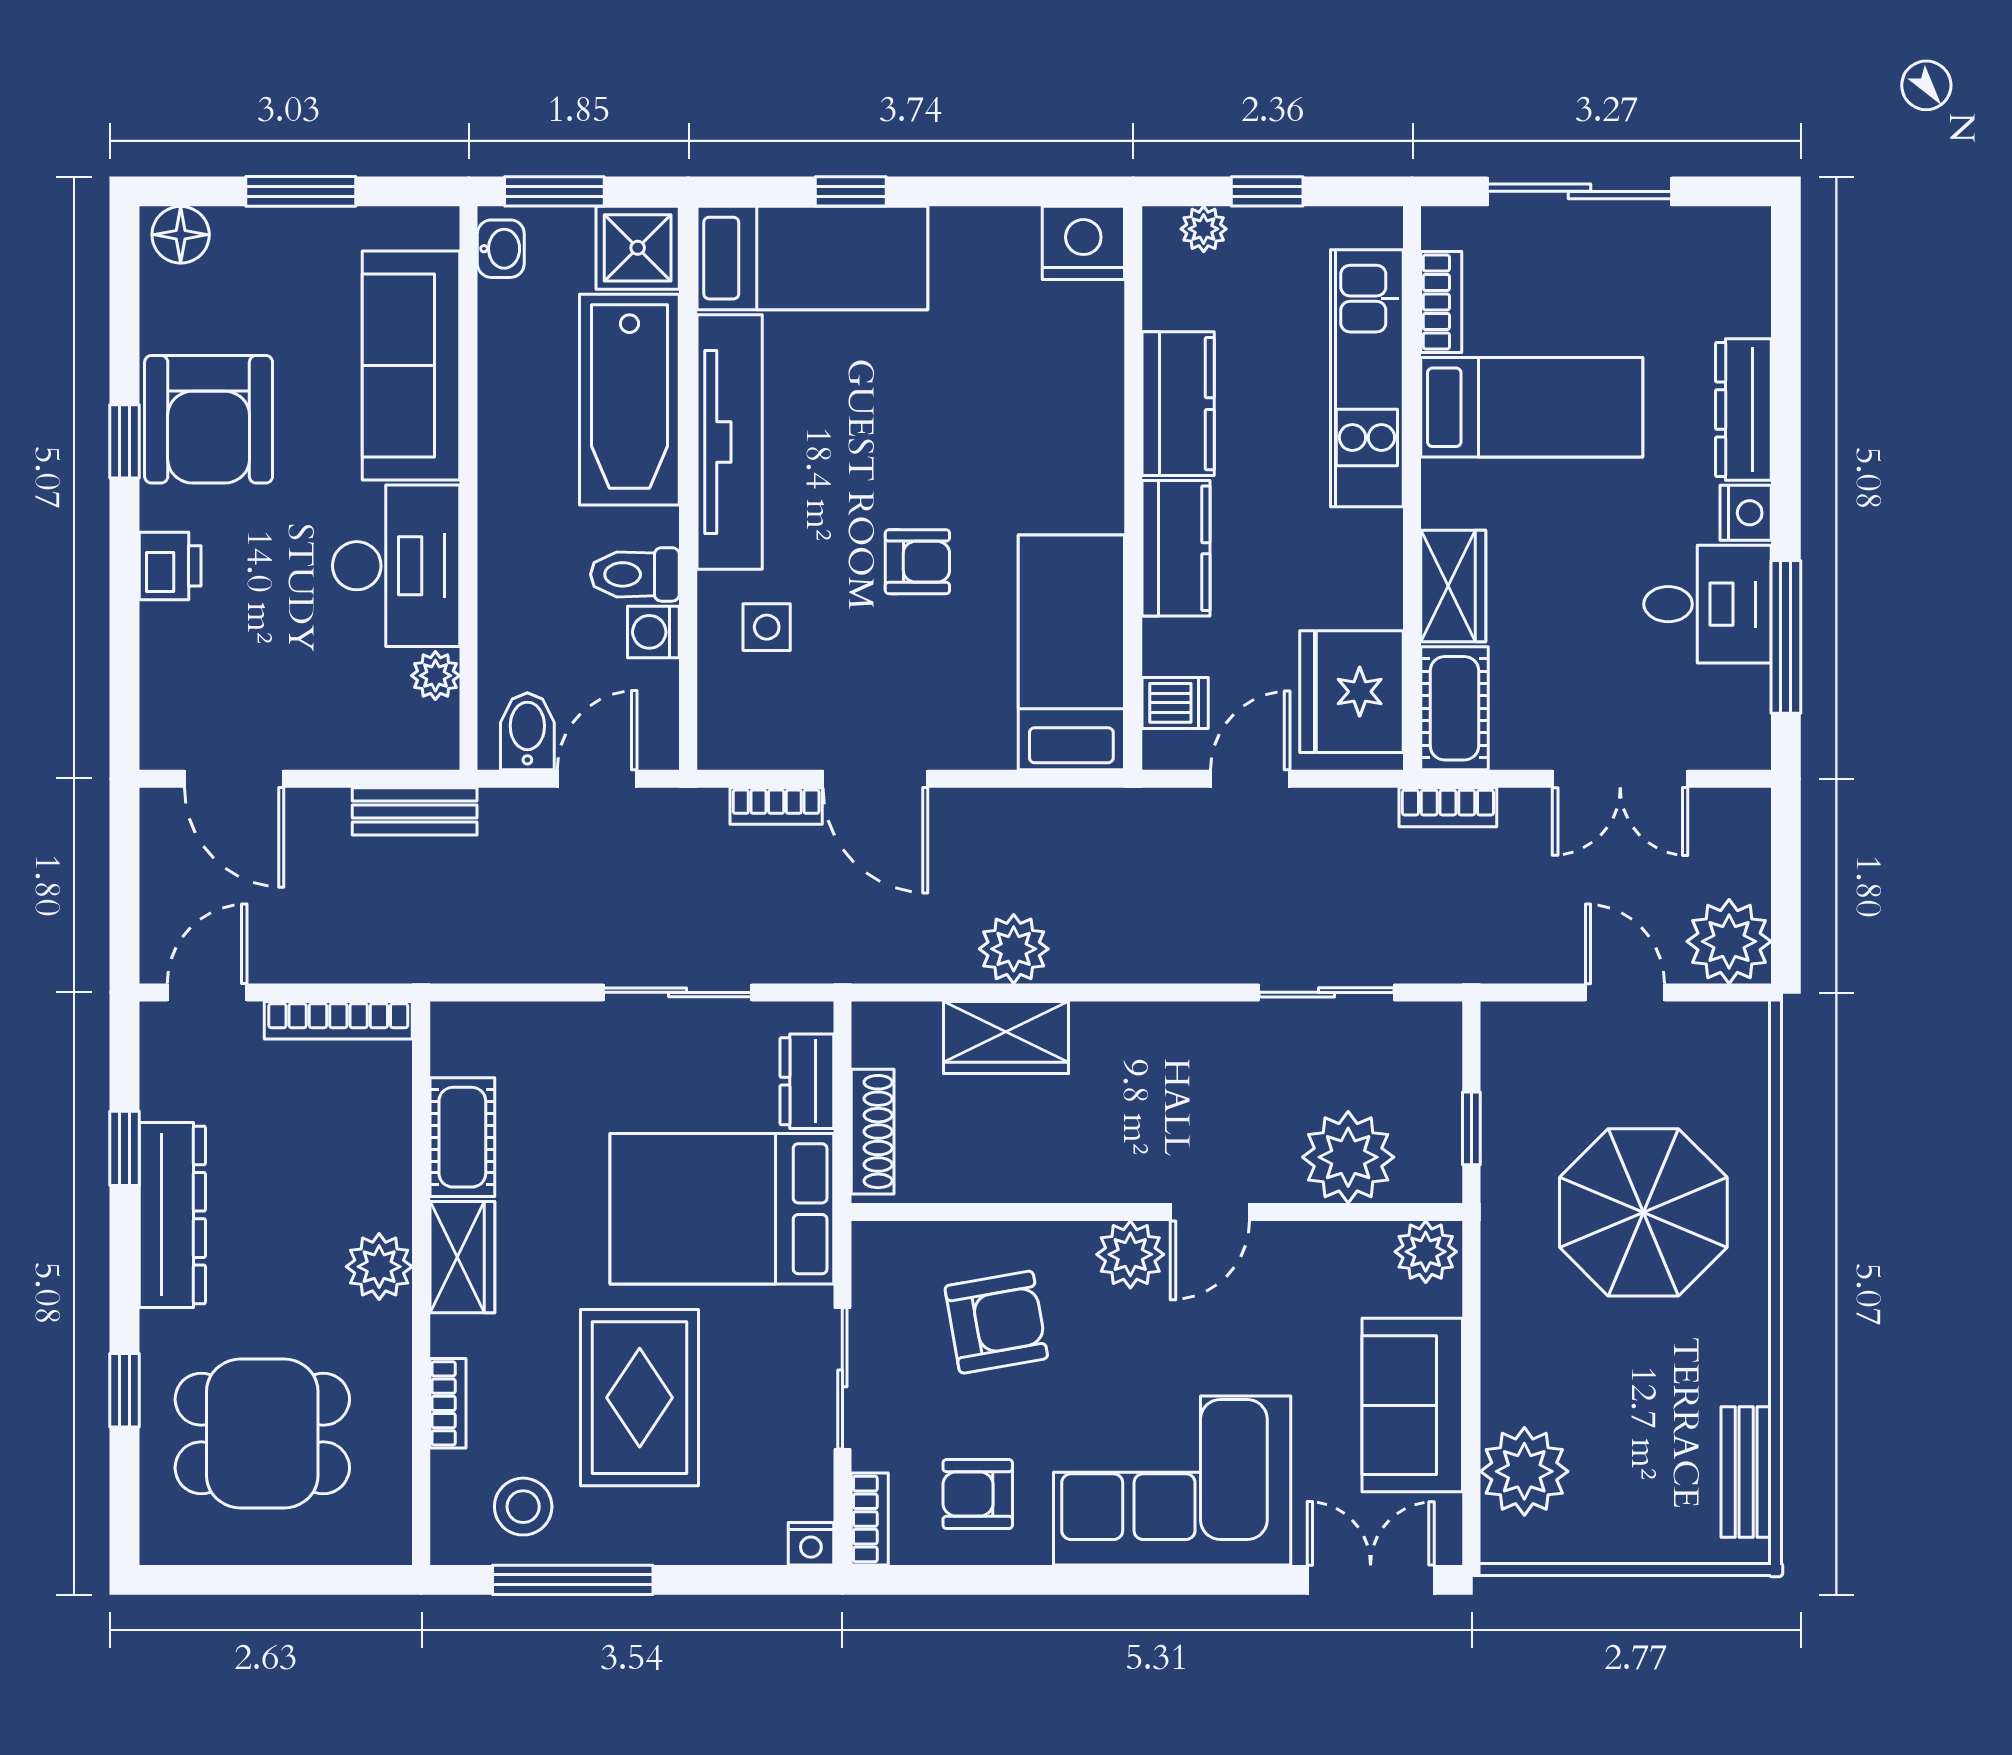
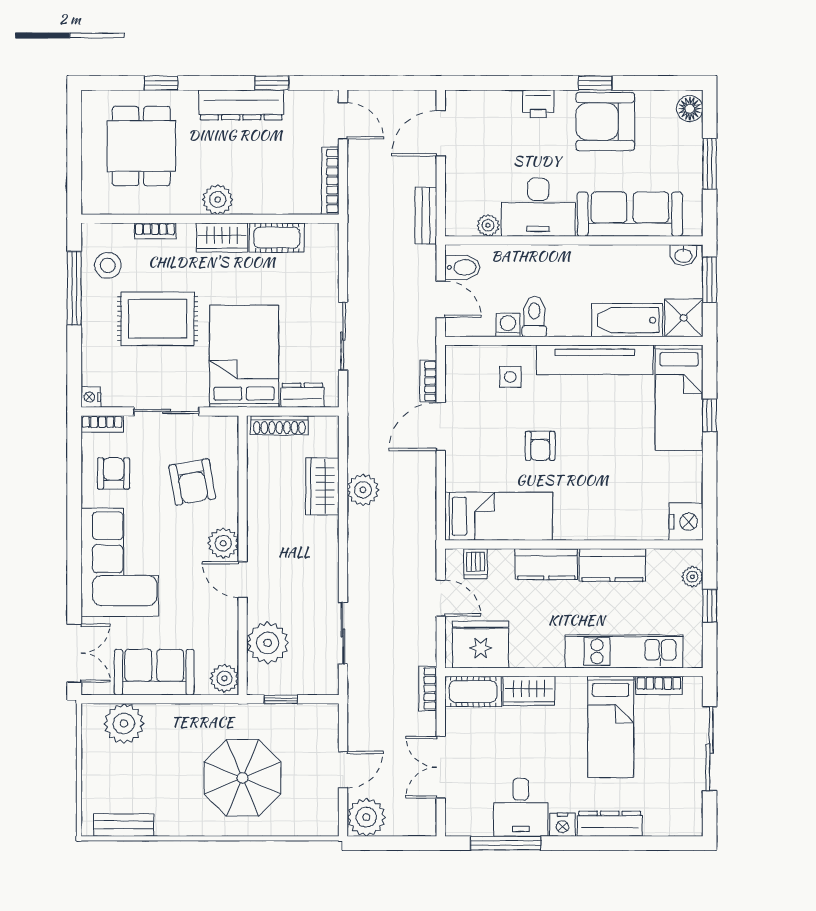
bathtub: (629, 400) -> (627, 320), width x0.73, depth x0.73

